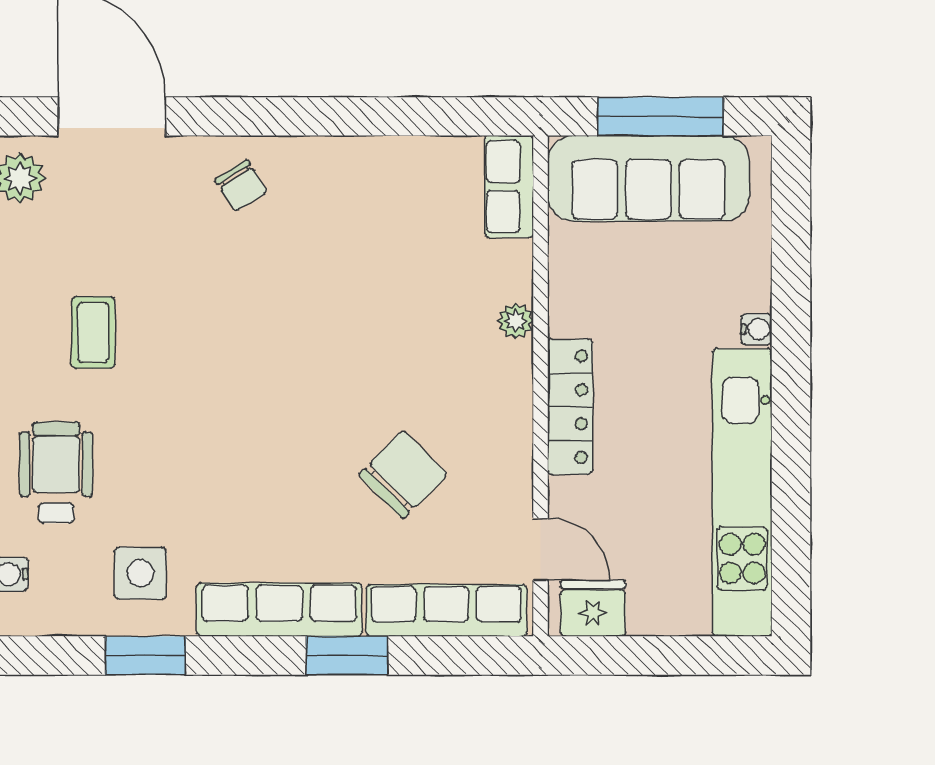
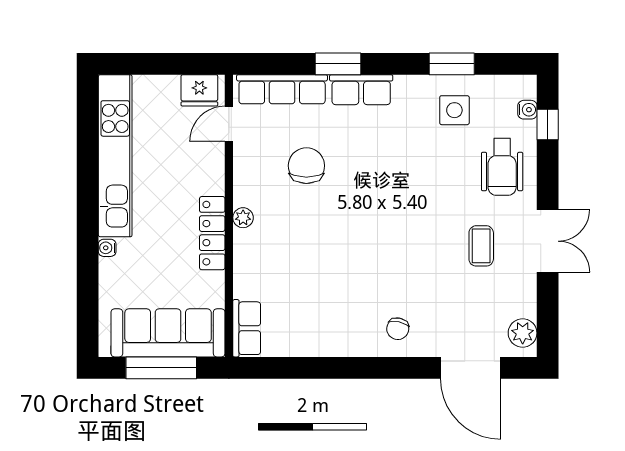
chair: (241, 186) -> (398, 329), turned -136
plant: (515, 321) -> (243, 218), moved
locker: (570, 407) -> (212, 233), moved
chair: (403, 475) -> (306, 166), turned 135
door: (541, 549) -> (229, 124), hinge flipped
row of seats: (279, 610) -> (361, 90), width x0.68

